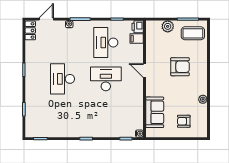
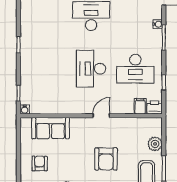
desk: (106, 43) -> (135, 69), turned 180
desk: (106, 79) -> (91, 69), turned 180

